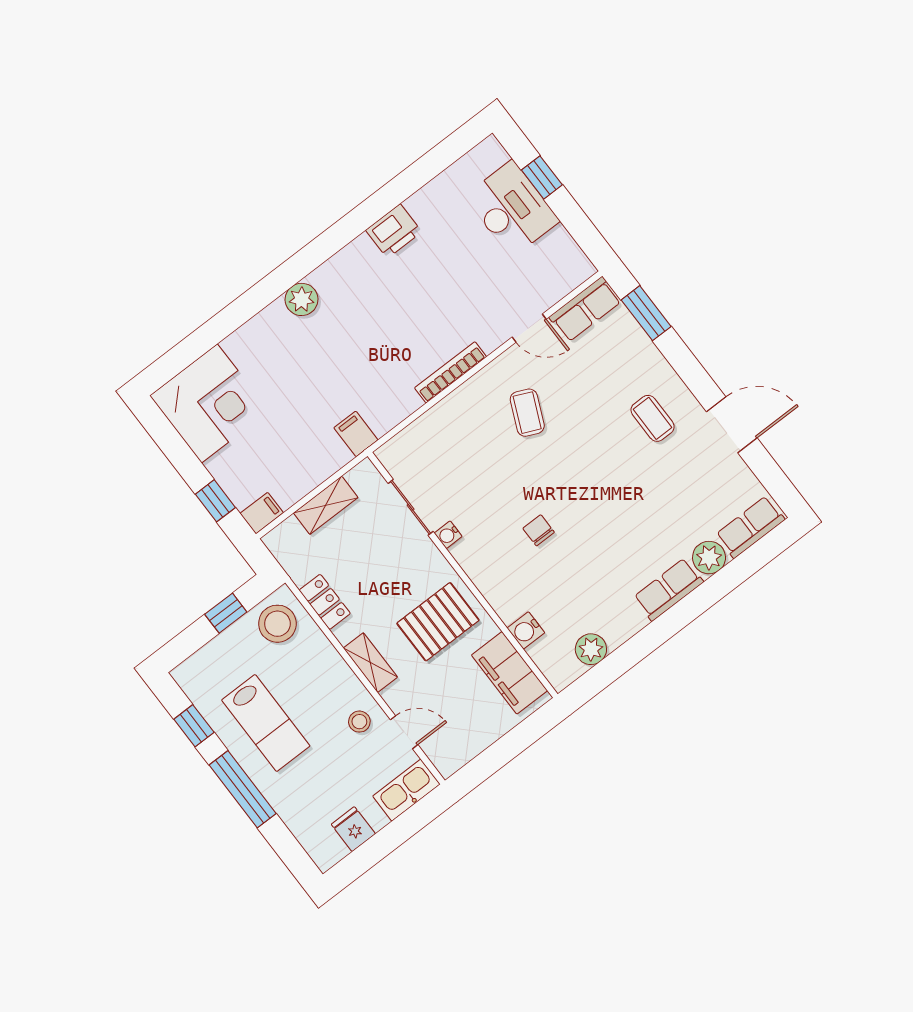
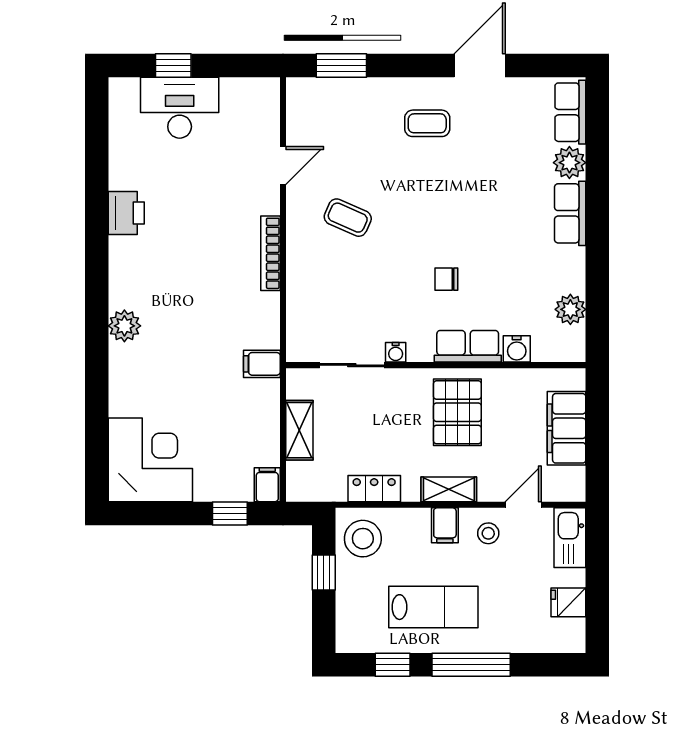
row of seats: (585, 309) -> (468, 346), moved, turned -90
filing cabinet: (509, 673) -> (566, 428), moved, turned 90
filing cabinet: (339, 682) -> (445, 525), added

